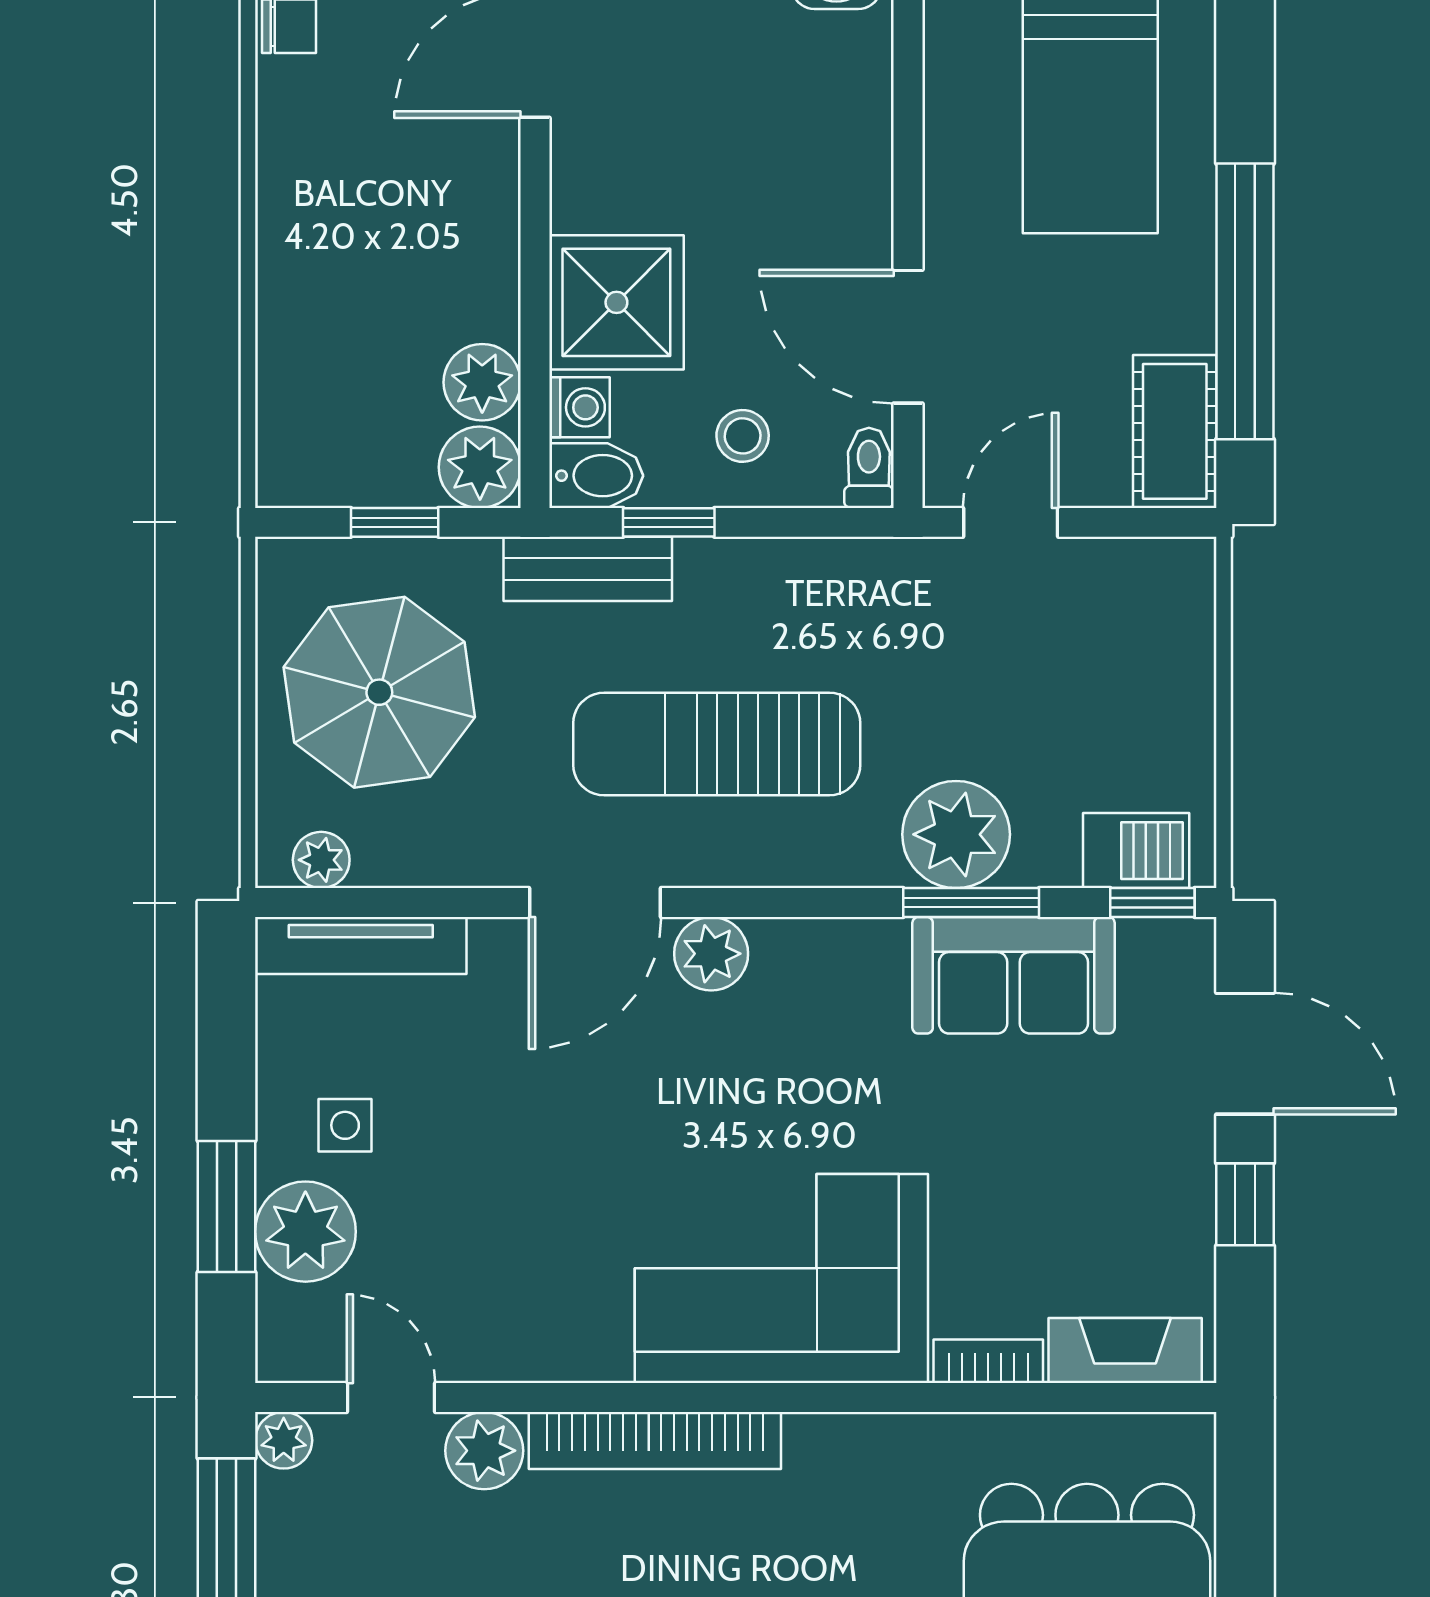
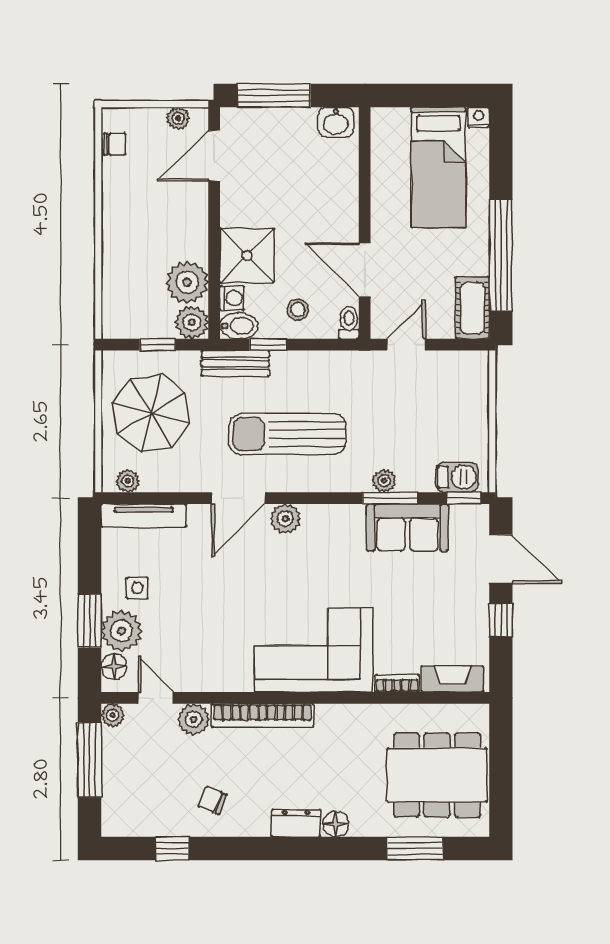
plant: (482, 382) -> (187, 282), width x1.36, depth x1.36
plant: (956, 834) -> (384, 481), width x0.53, depth x0.53
floor lamp: (287, 1320) -> (114, 667), added

